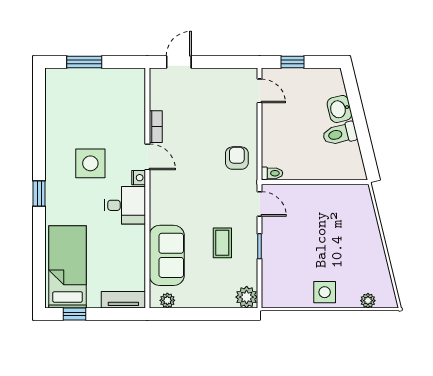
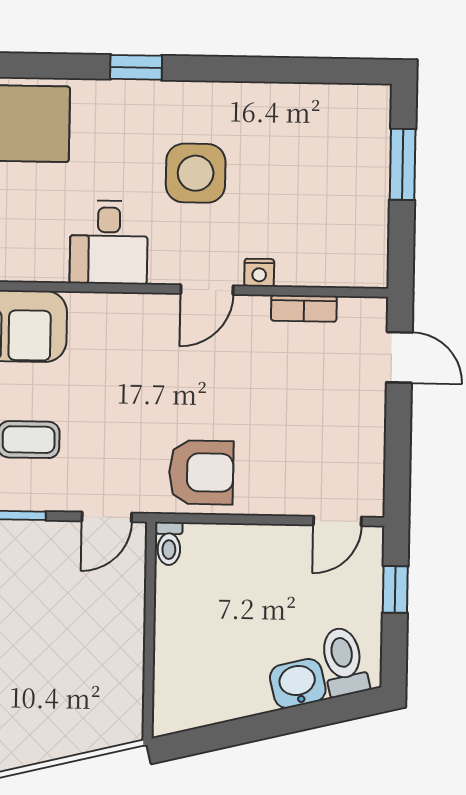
bookcase: (156, 127) -> (304, 308), moved
toilet: (340, 134) -> (344, 662), moved
armchair: (237, 158) -> (201, 472), width x1.38, depth x1.38
nightstand: (139, 178) -> (259, 273), moved

